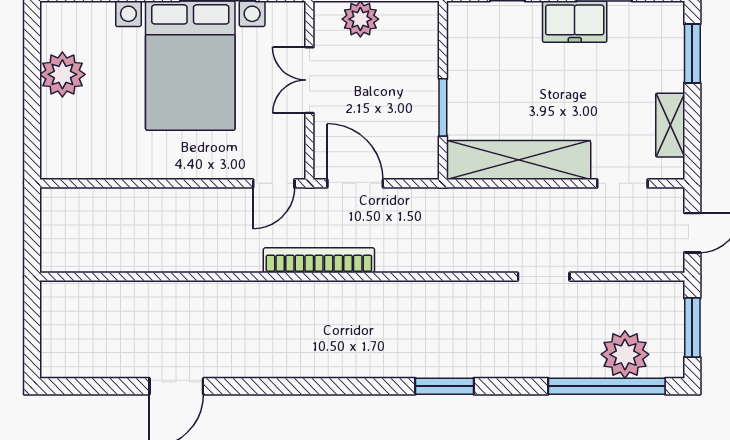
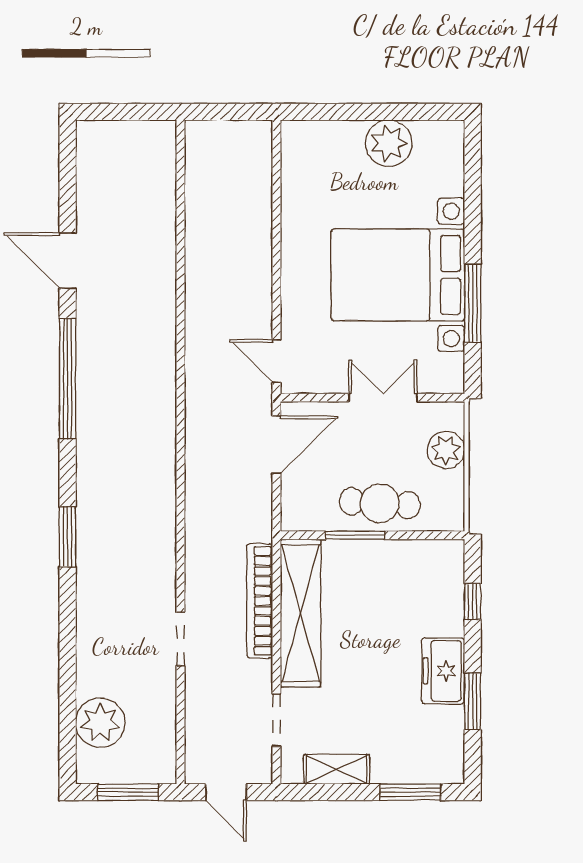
cafe table: (412, 83) -> (380, 503), added
bookcase: (319, 260) -> (260, 601), moved, turned 180
window: (607, 386) -> (68, 379), moved

